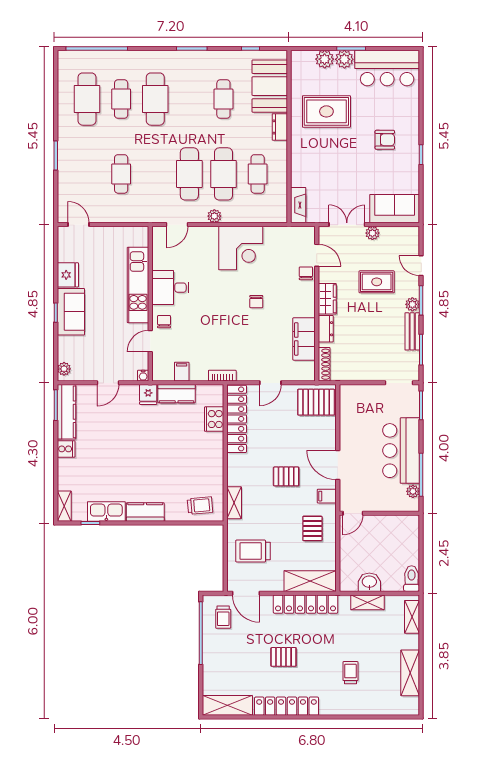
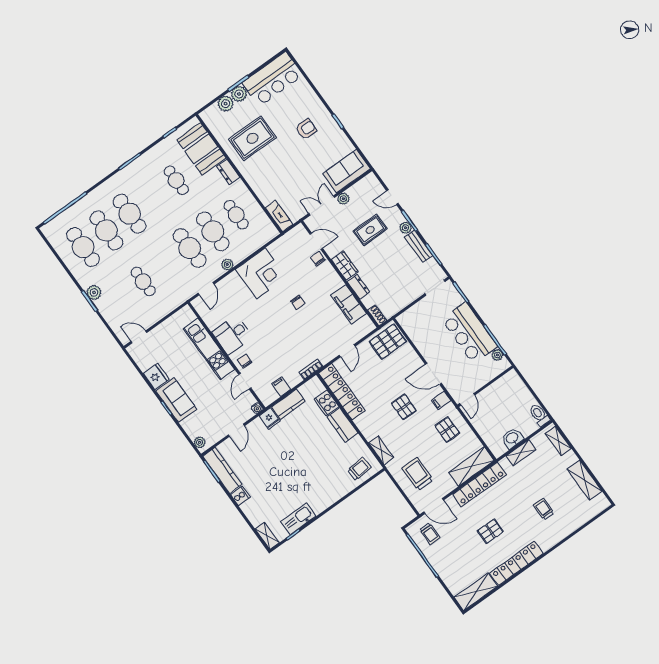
cafe table: (121, 99) -> (106, 230), width x1.37, depth x1.35
plant: (66, 150) -> (94, 292), added
shoe rack: (324, 364) -> (377, 315), width x0.70
pallet: (286, 476) -> (404, 407), turned 90
kitchen counter: (145, 512) -> (343, 425), moved, turned -90
trolley: (253, 551) -> (418, 474), turned 90

